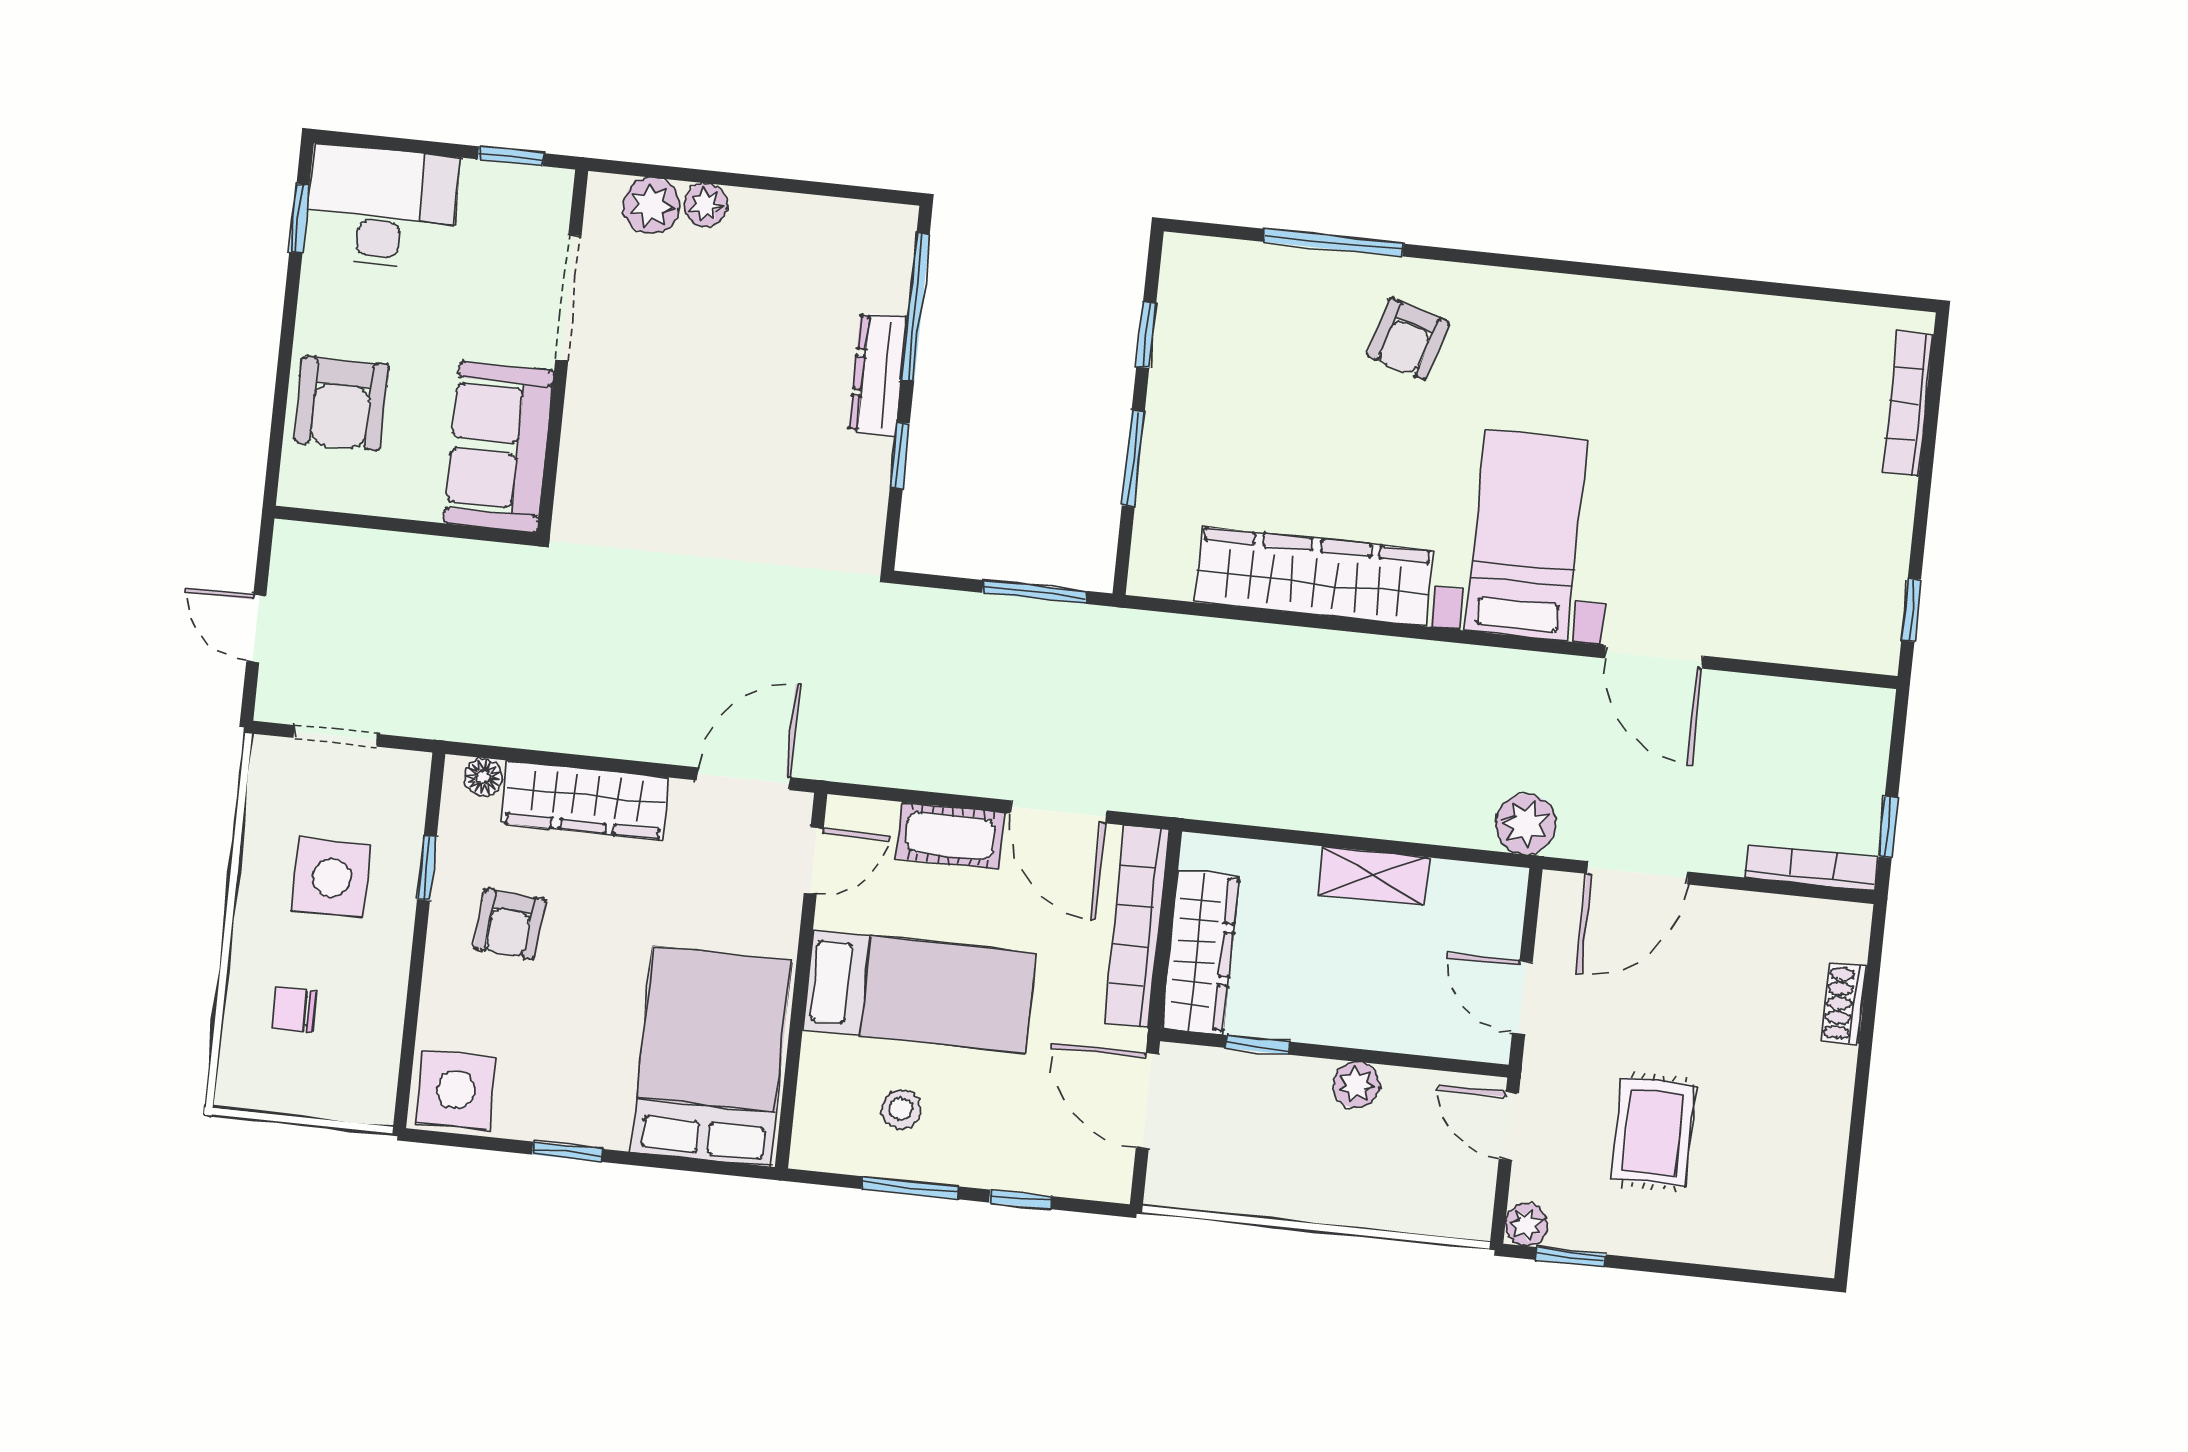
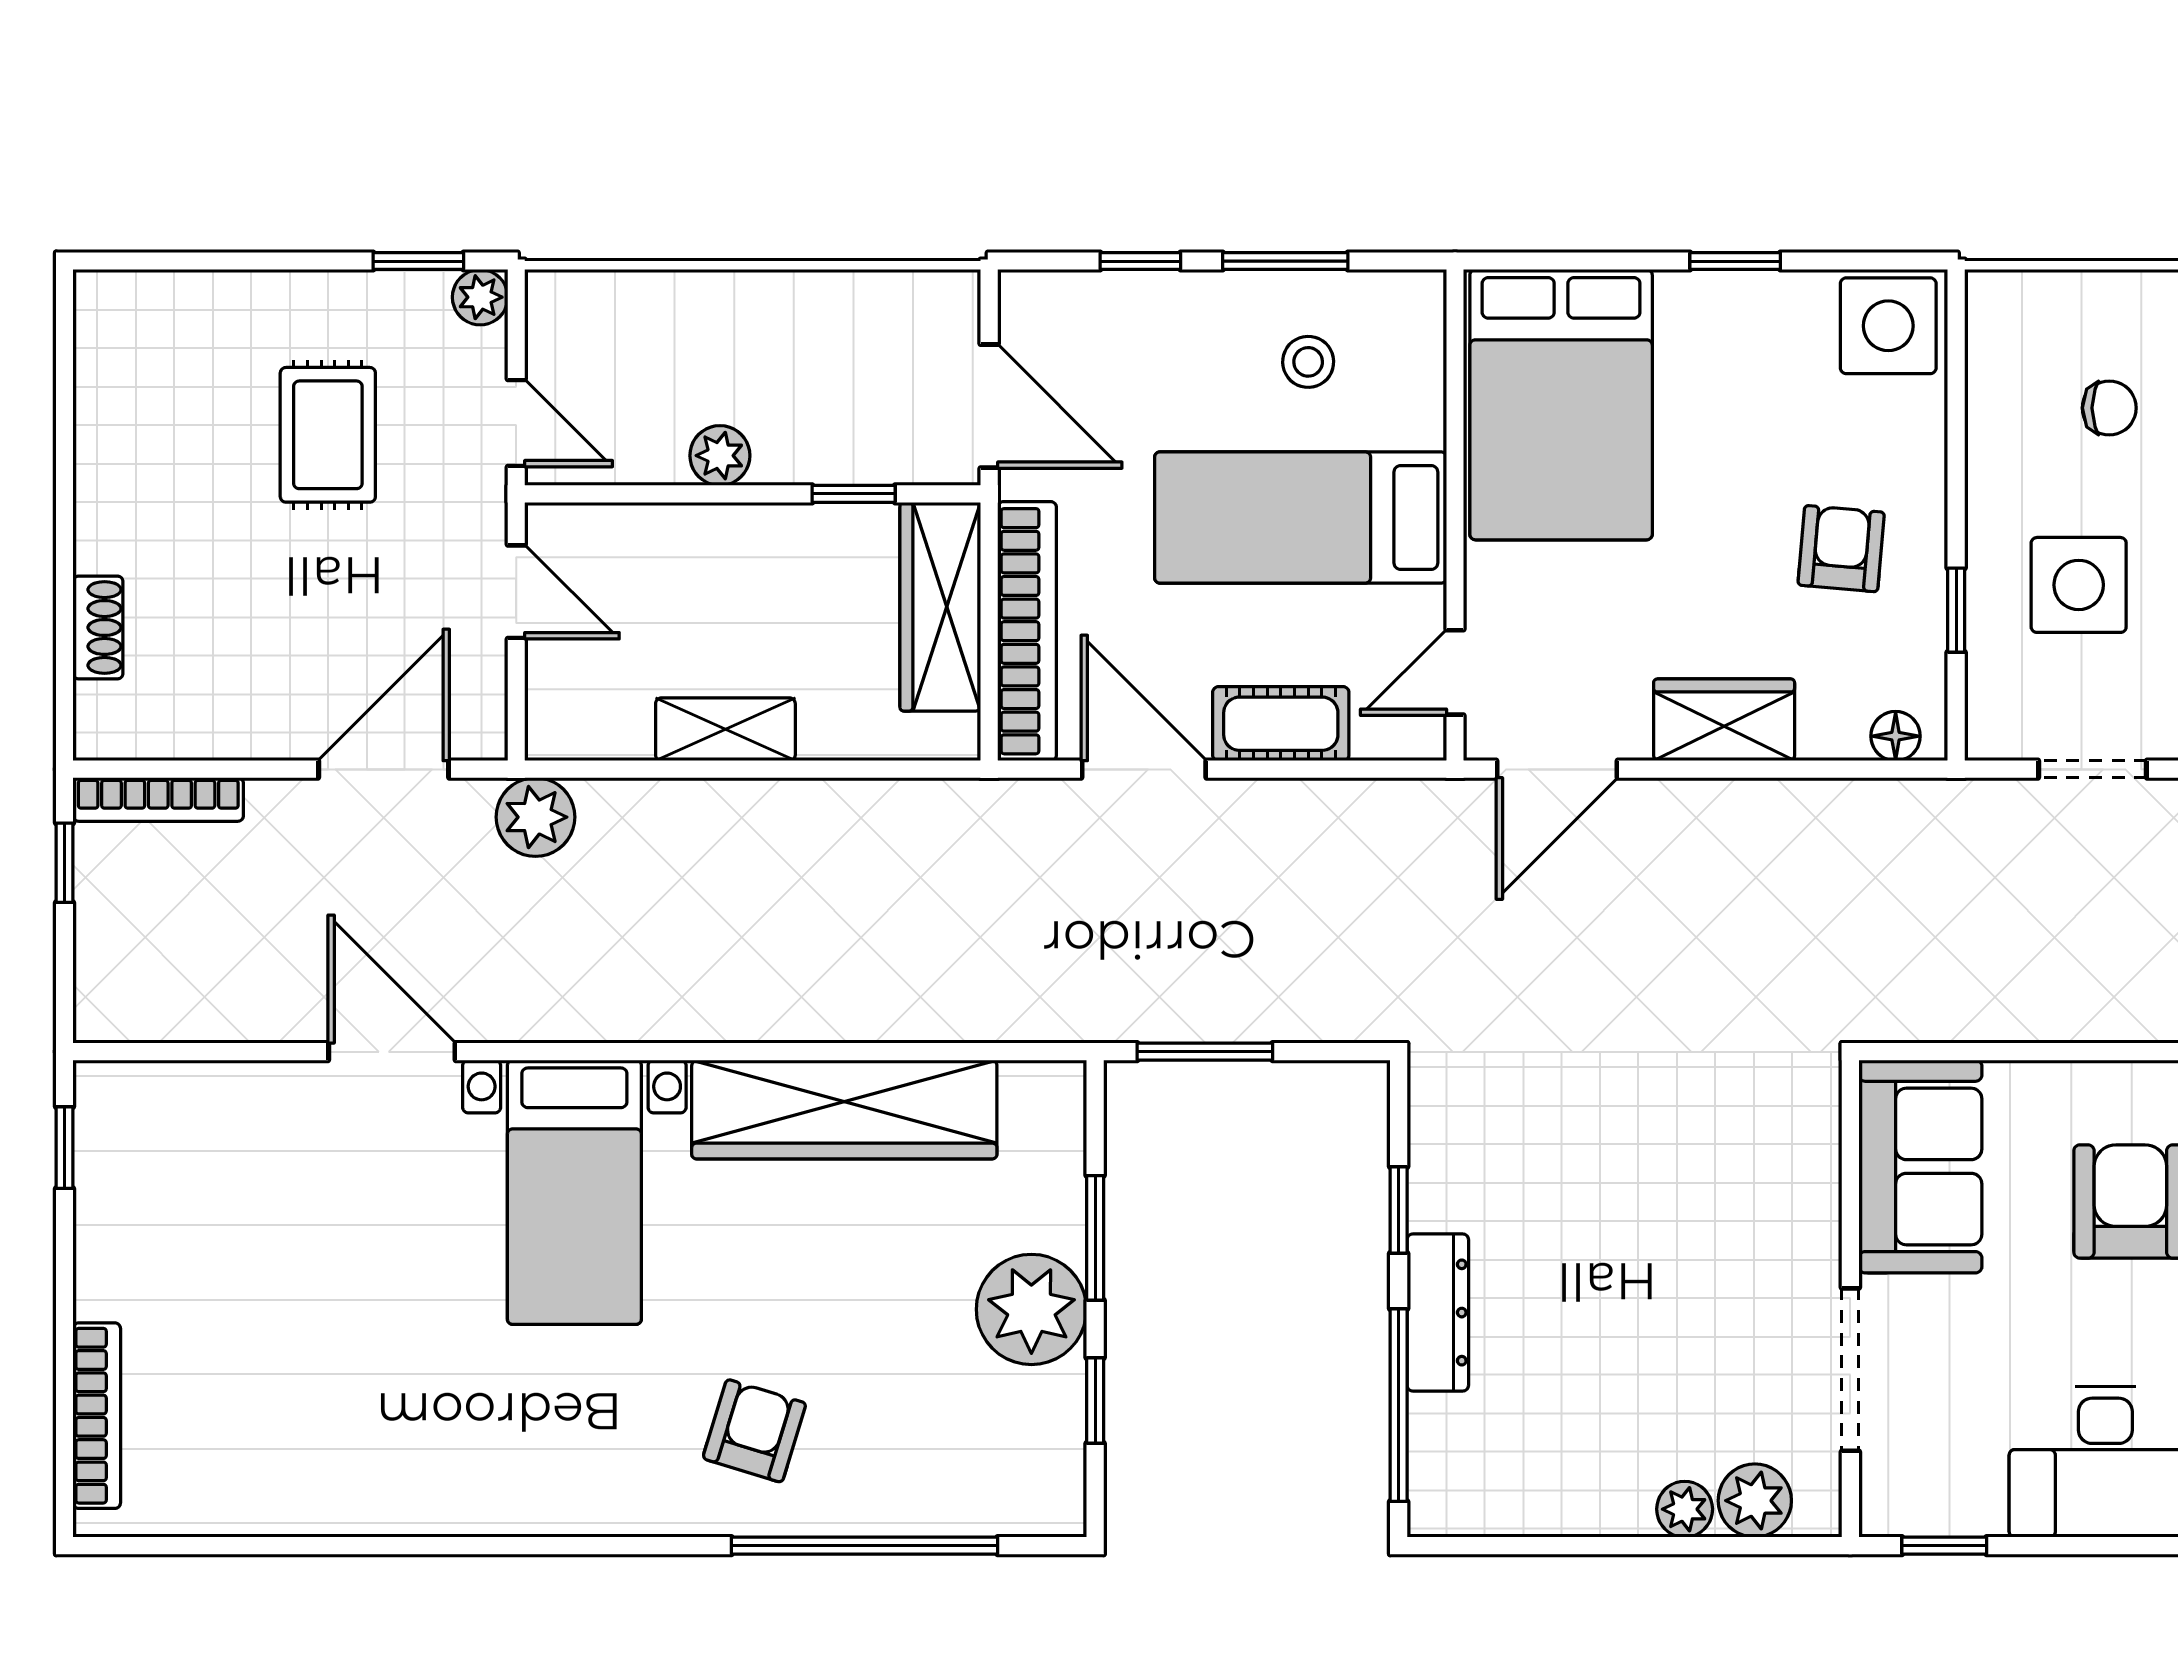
window: (1333, 243) -> (865, 1546), width x1.46
plant: (1187, 409) -> (1031, 1309), added
wardrobe: (586, 800) -> (1724, 720), width x0.67

